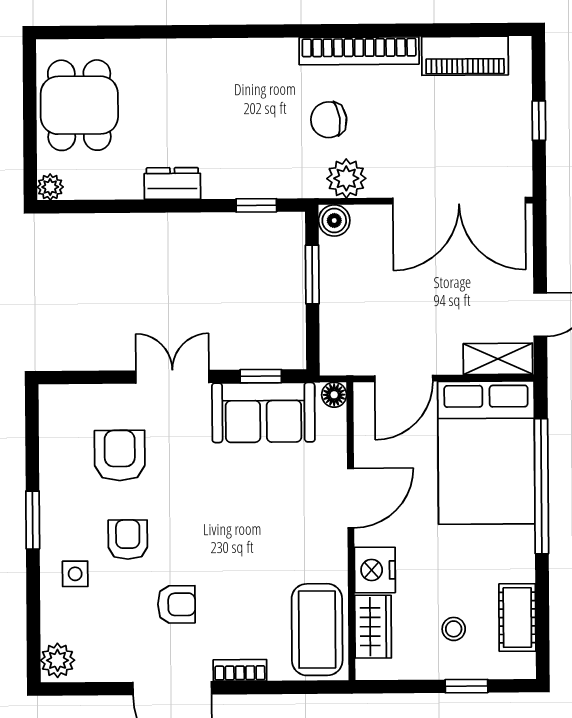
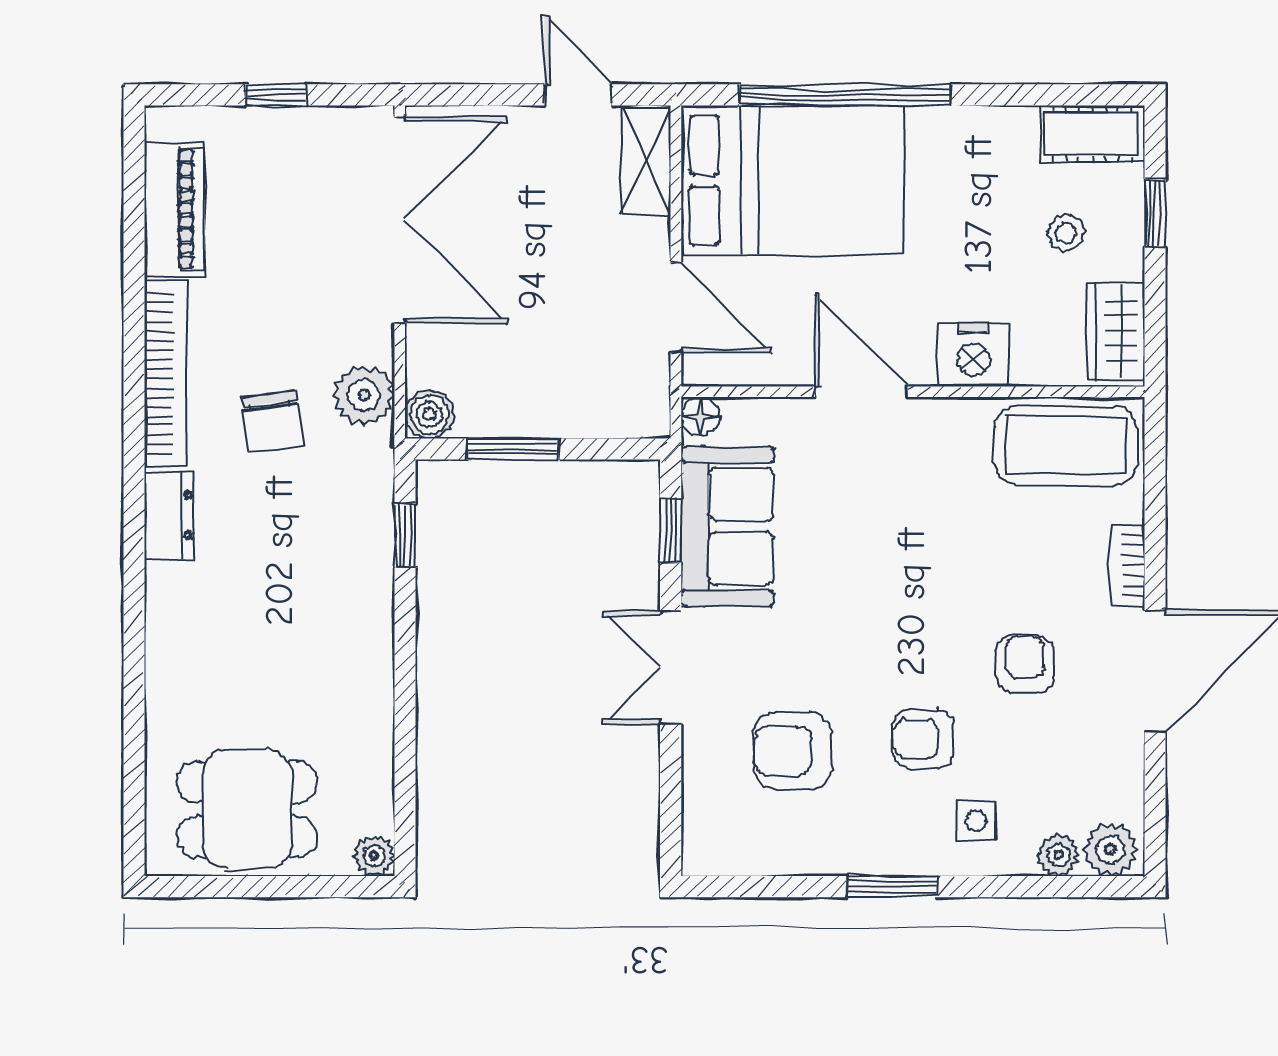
dresser: (172, 183) -> (169, 515), moved, turned 180
cot: (517, 618) -> (1092, 134), moved
plant: (54, 627) -> (1059, 855), added
wardrobe: (373, 627) -> (1116, 331), moved, turned -90

